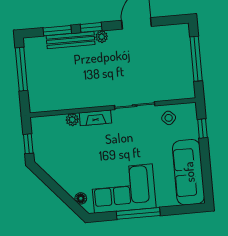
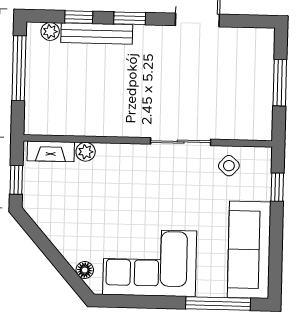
window: (57, 31) -> (79, 17), width x0.67
plant: (102, 37) -> (50, 31), moved
window: (196, 59) -> (280, 83), width x0.69
fireplace: (95, 118) -> (51, 151), moved
window: (138, 213) -> (218, 304), moved

